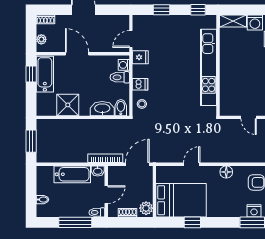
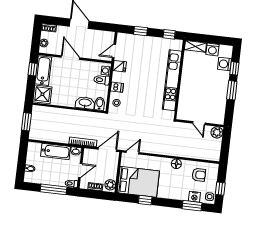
shower: (68, 105) -> (42, 94), moved
door: (192, 164) -> (133, 153), moved

